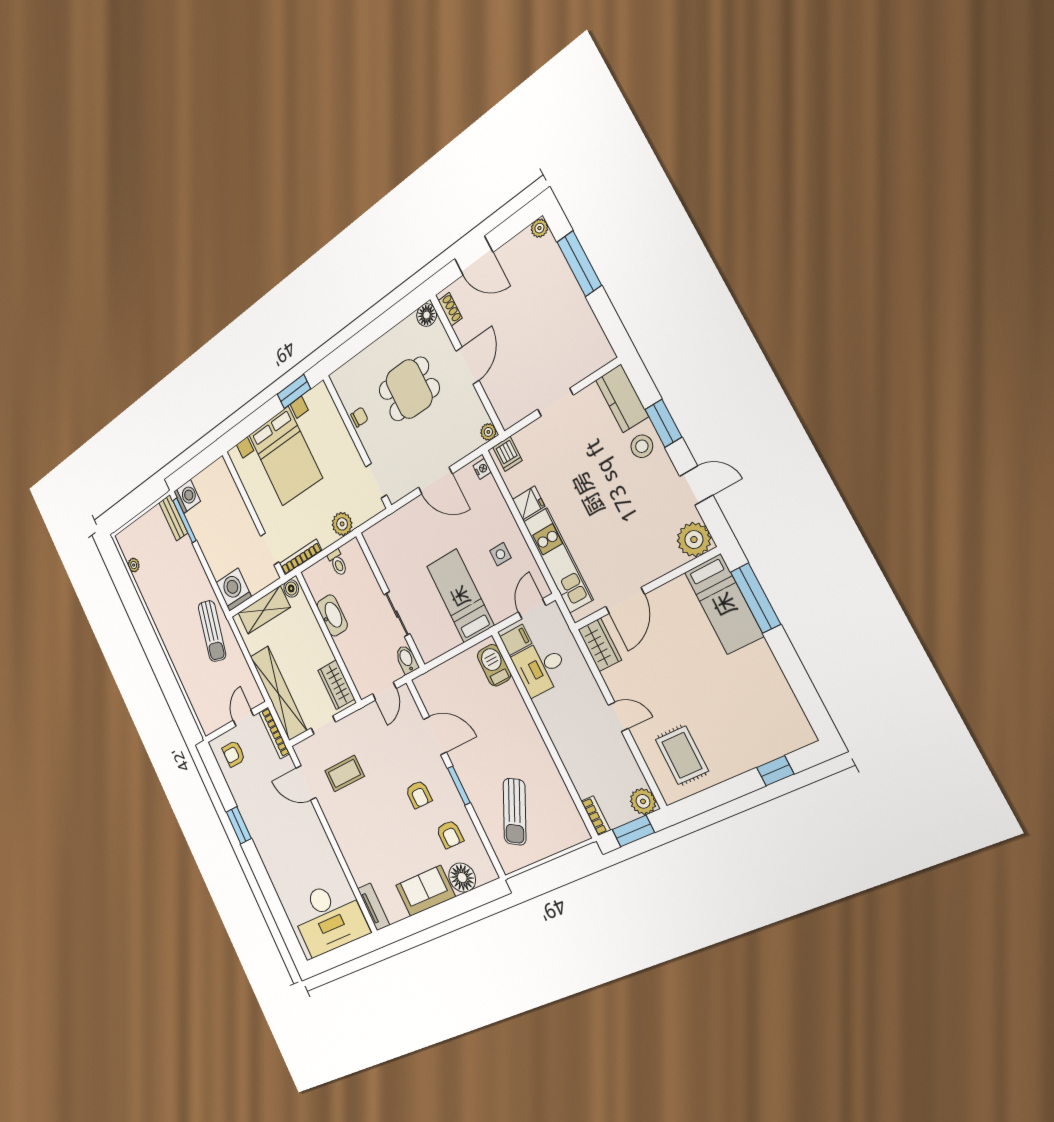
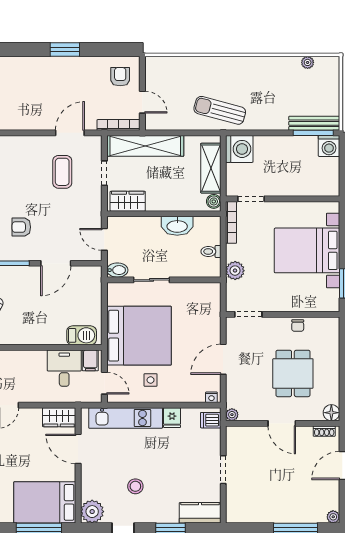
stool: (642, 446) -> (135, 486), moved
bench: (173, 518) -> (314, 123), width x1.36
bed: (460, 596) -> (139, 336), width x2.04
bed: (724, 604) -> (45, 502), width x1.50

